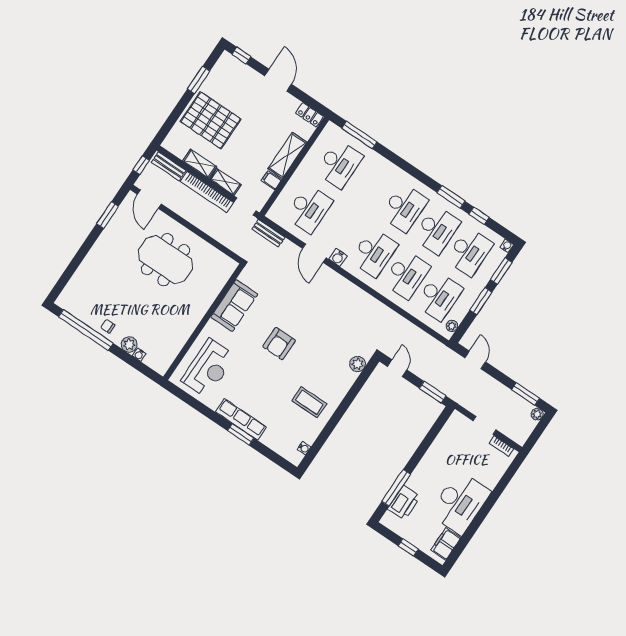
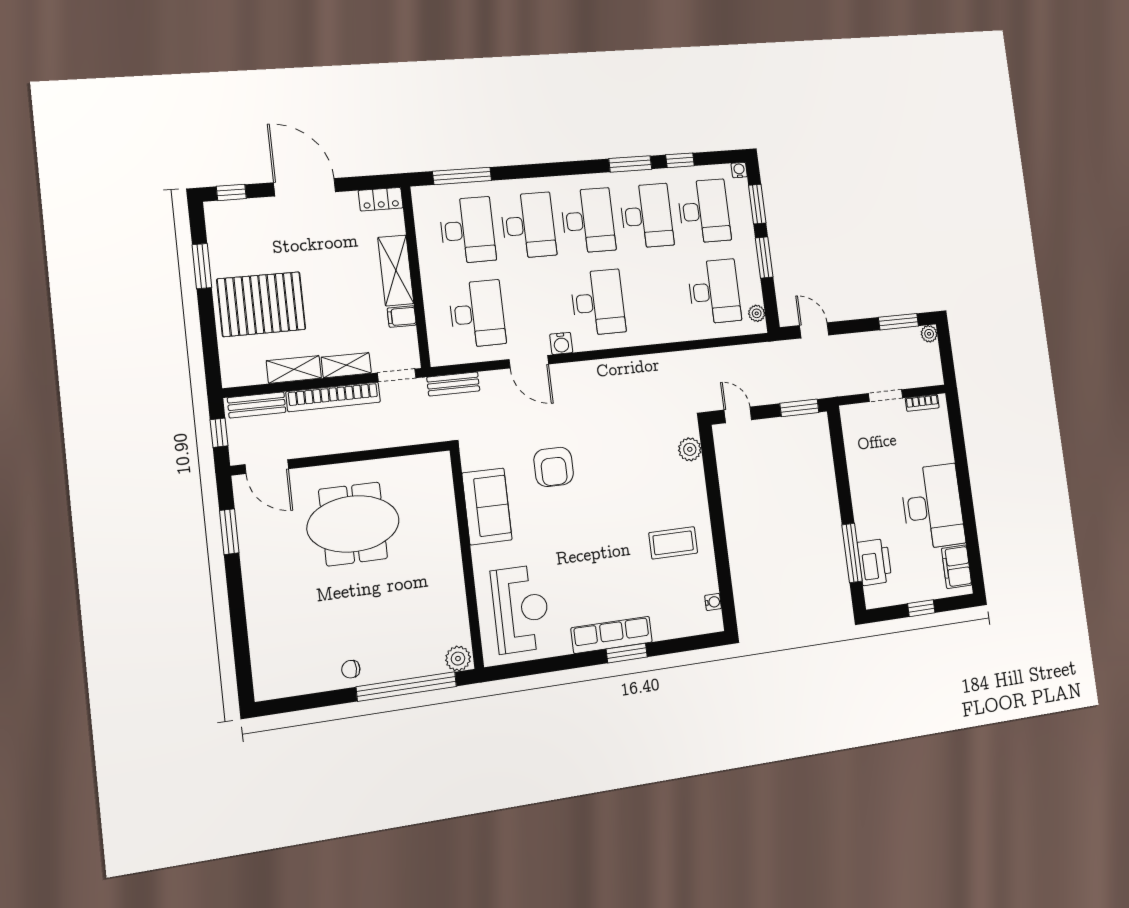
door: (278, 80) -> (305, 187), width x1.36
desk: (406, 275) -> (528, 225), moved
window: (86, 330) -> (406, 687), moved
plant: (129, 344) -> (458, 659), moved
armchair: (279, 344) -> (554, 467), moved
water cooler: (139, 355) -> (421, 669), removed

